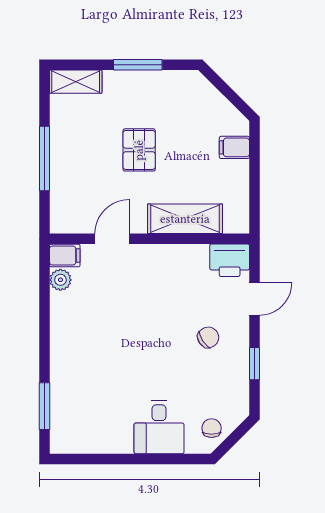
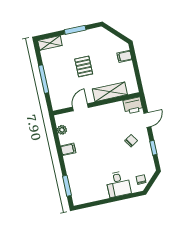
filing cabinet: (65, 256) -> (68, 149), moved

